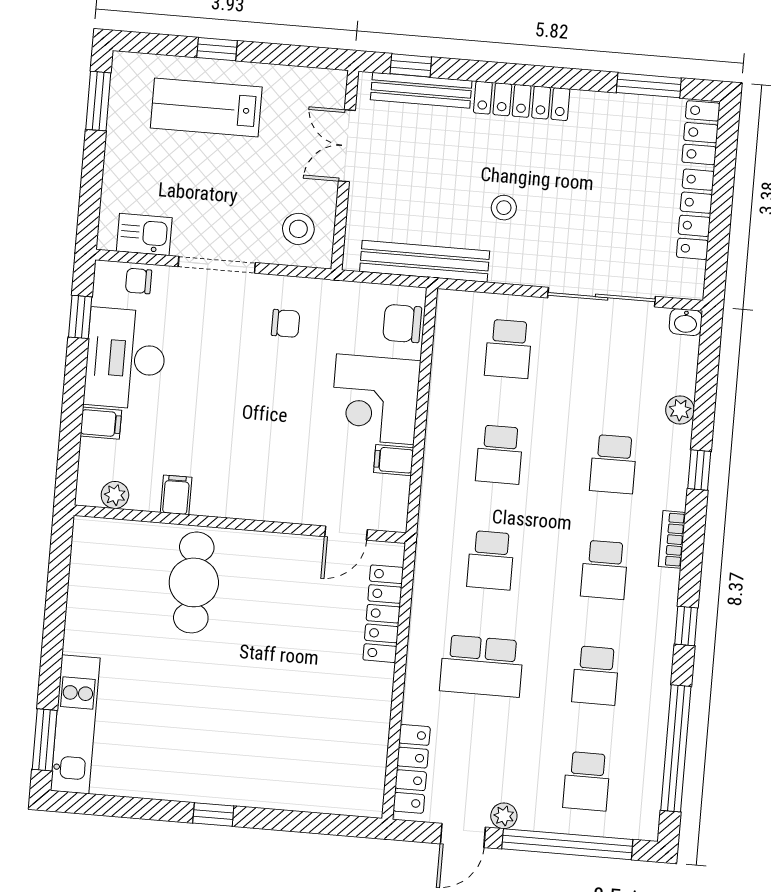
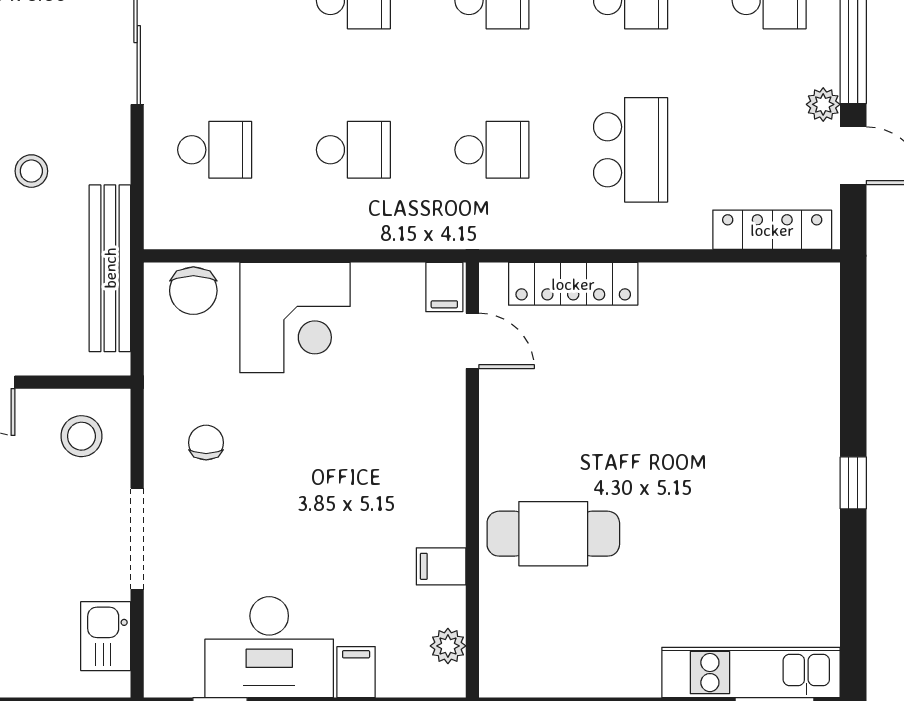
chair: (139, 281) -> (167, 639), removed
filing cabinet: (394, 460) -> (444, 287), moved

